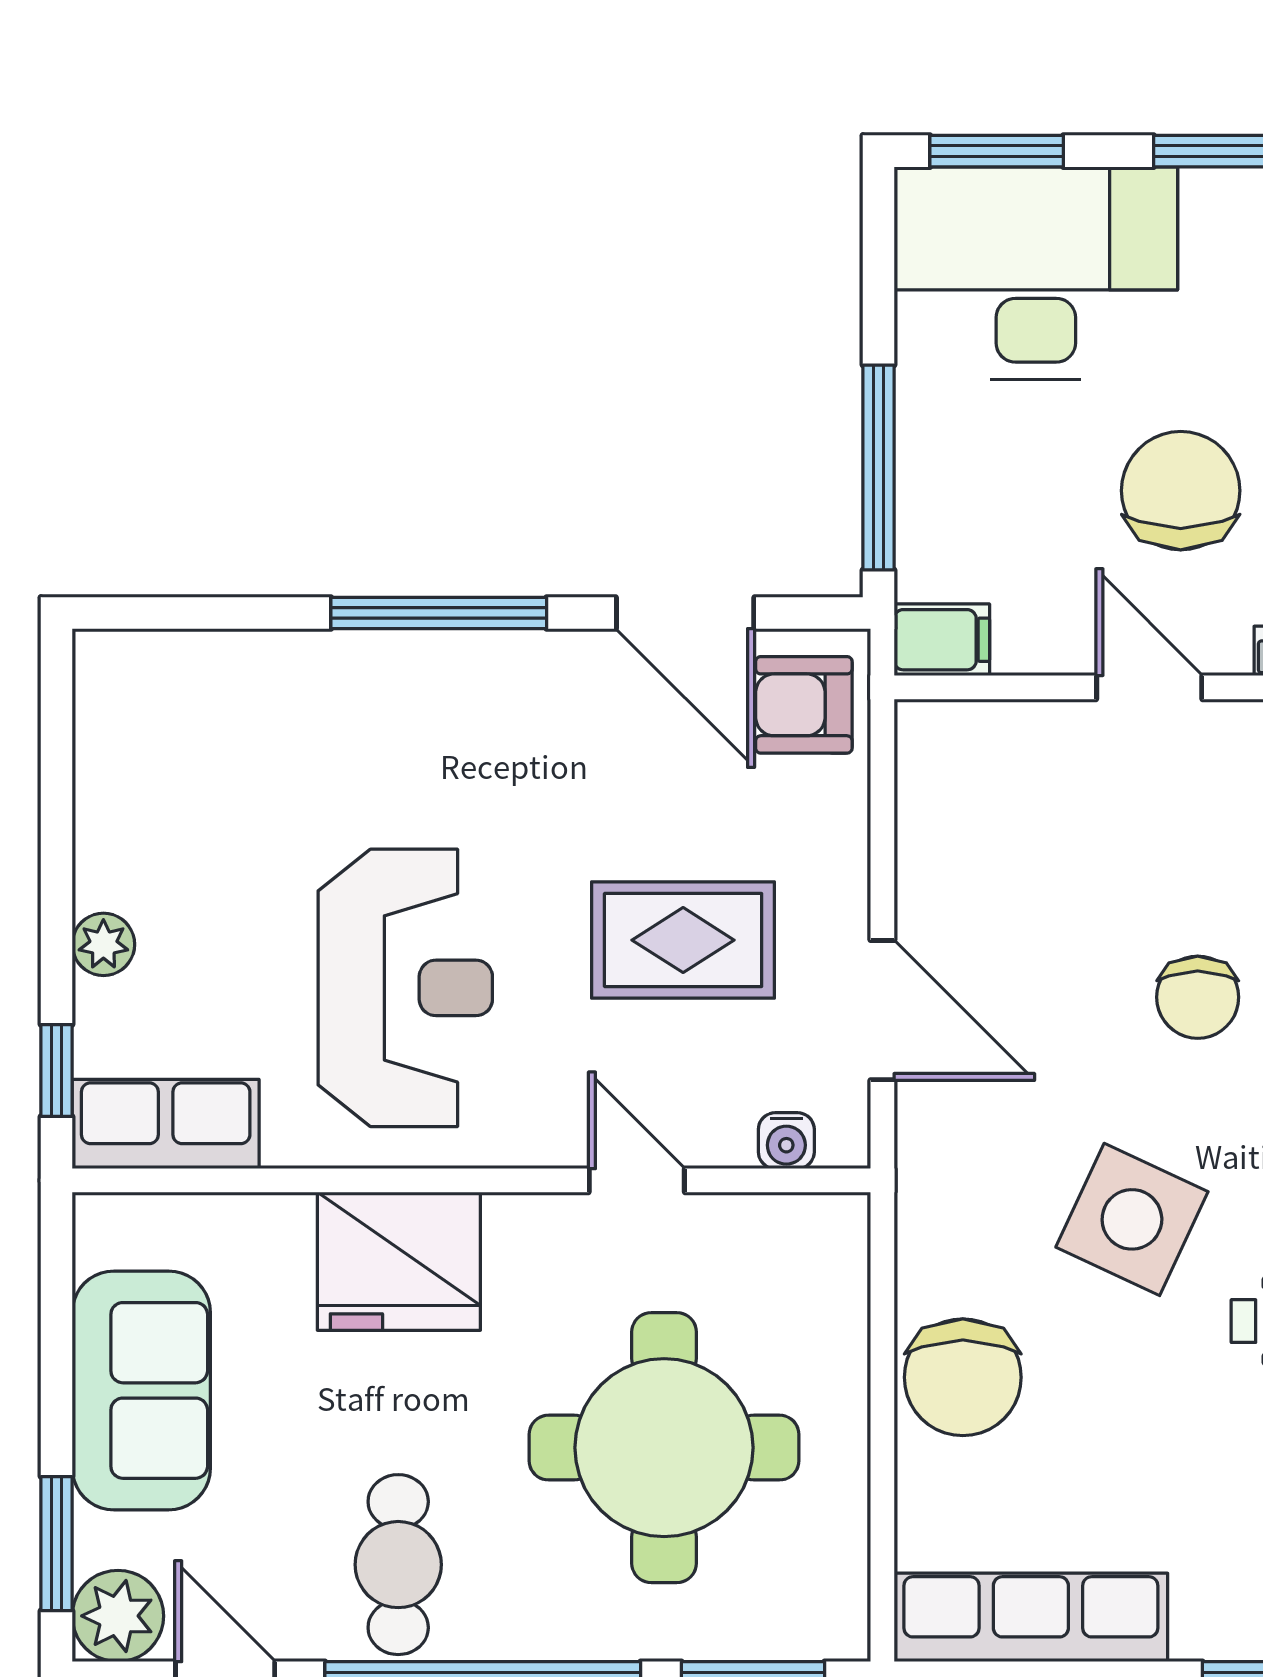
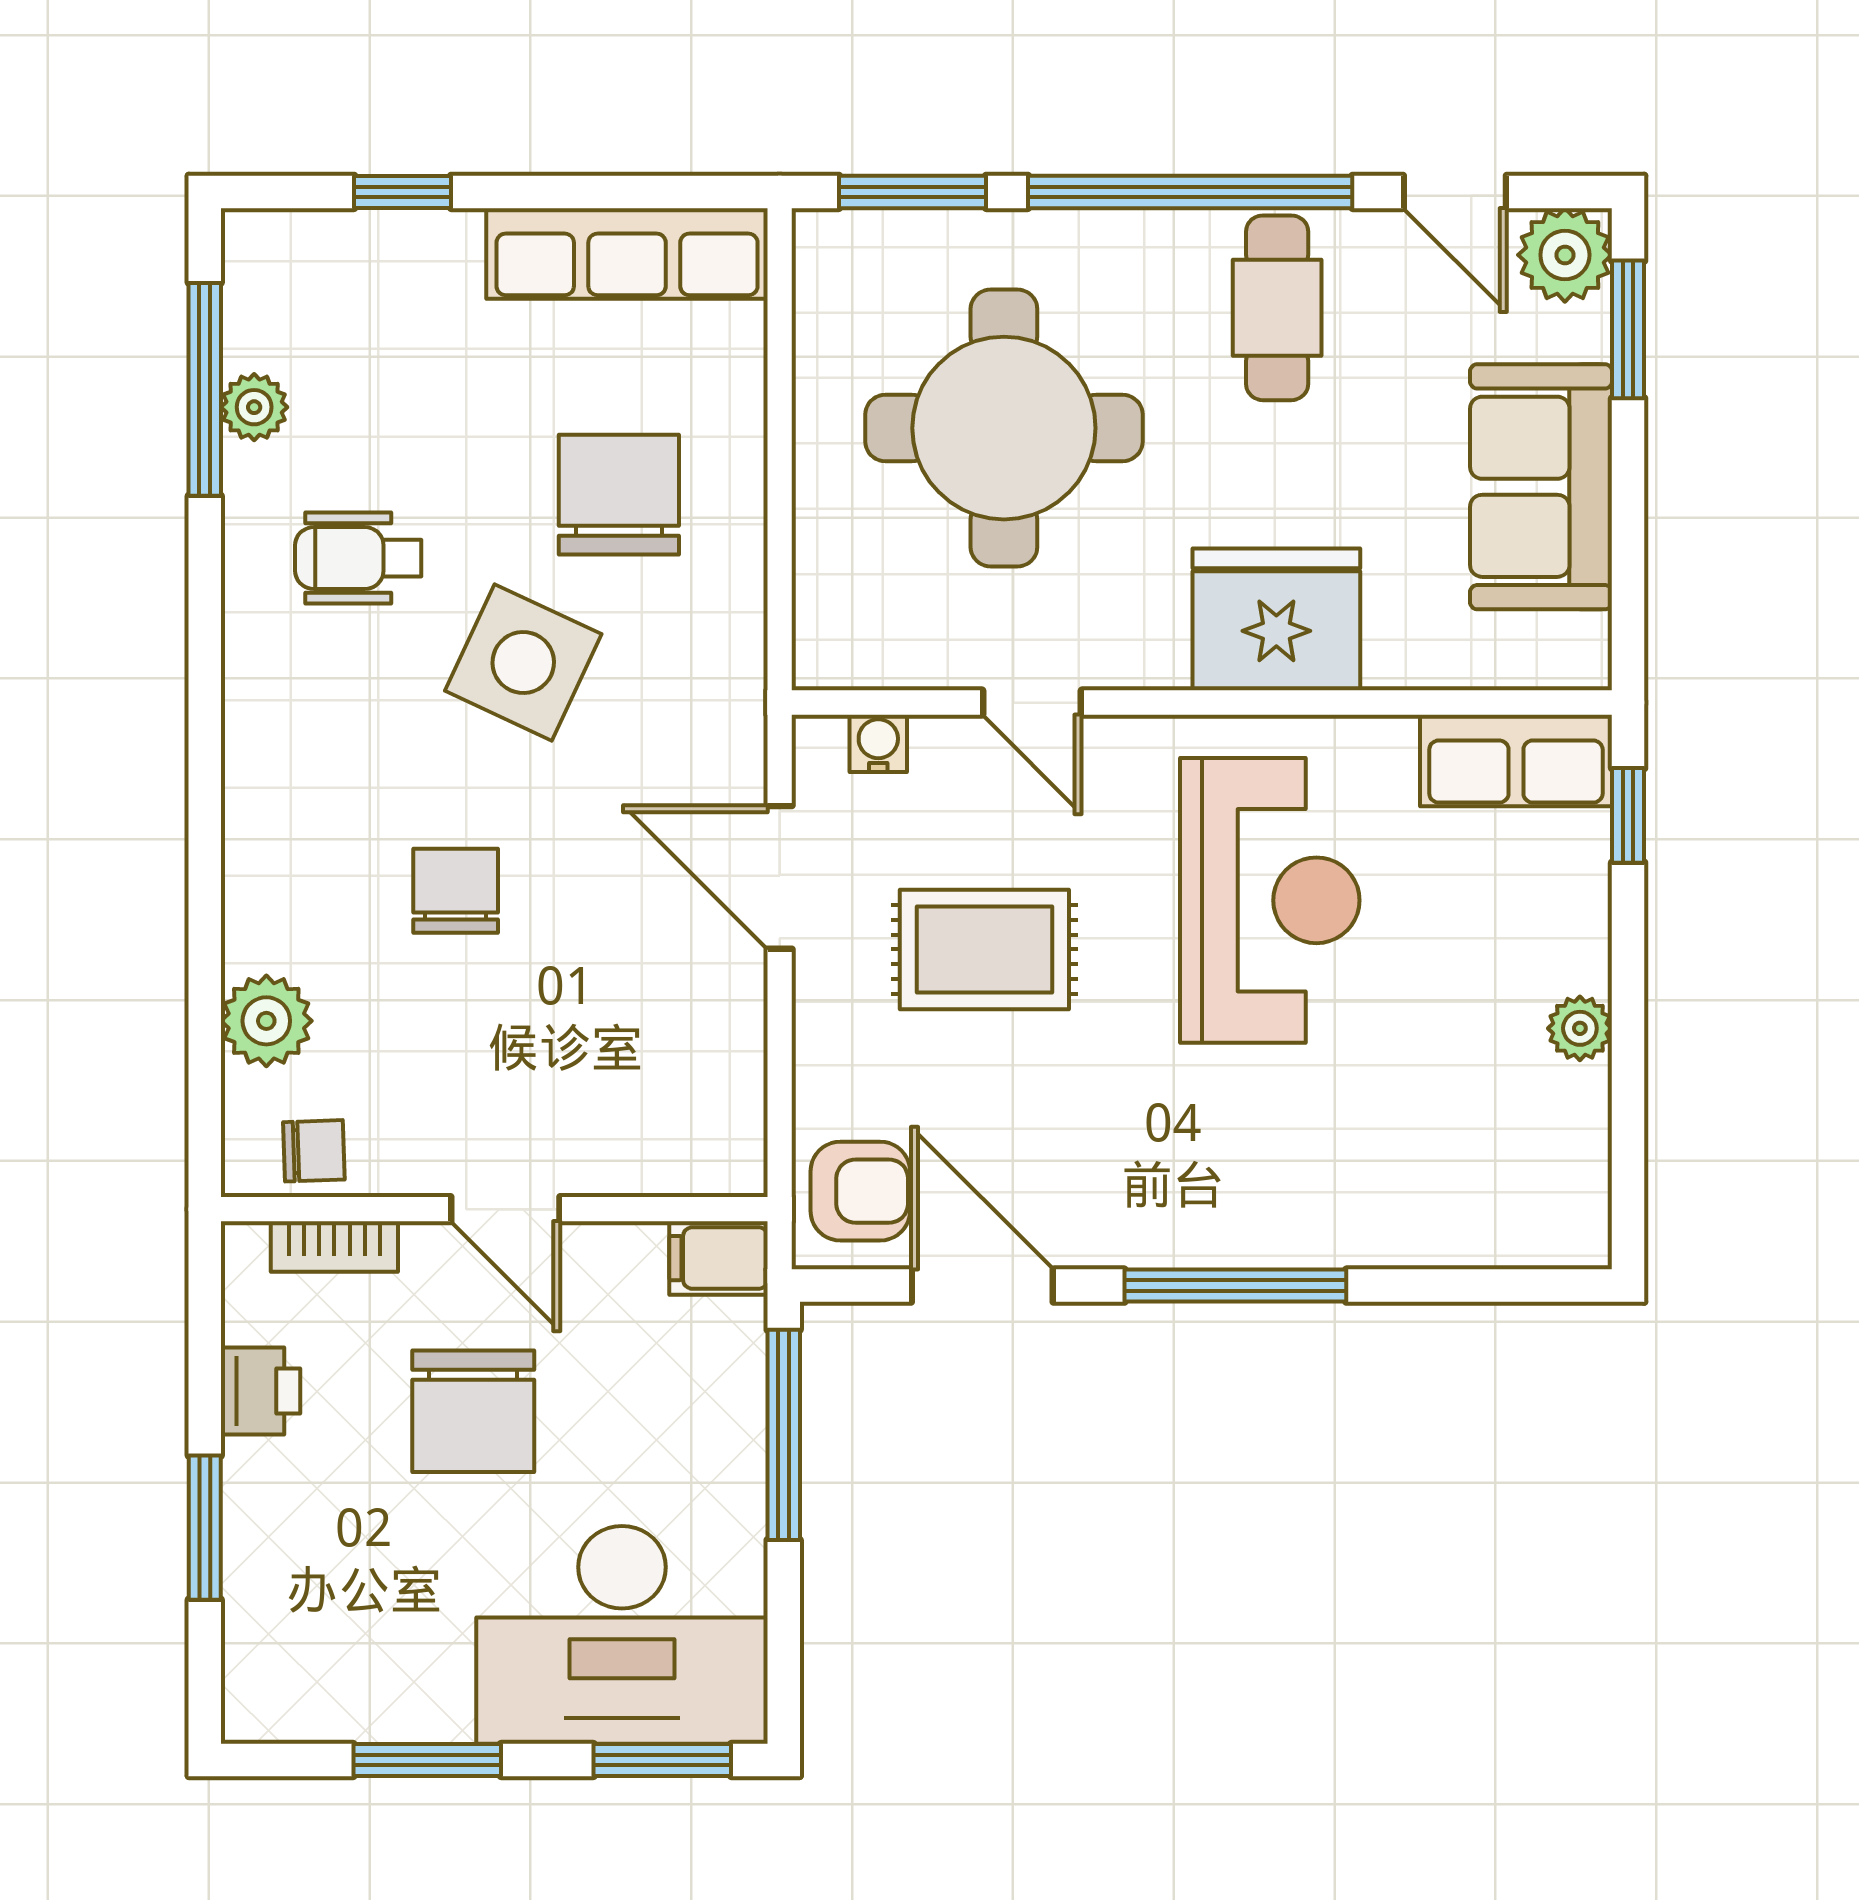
plant: (103, 944) -> (1580, 1028), moved
reception desk: (405, 988) -> (1270, 900), turned 180
chair: (963, 1377) -> (619, 495), moved

